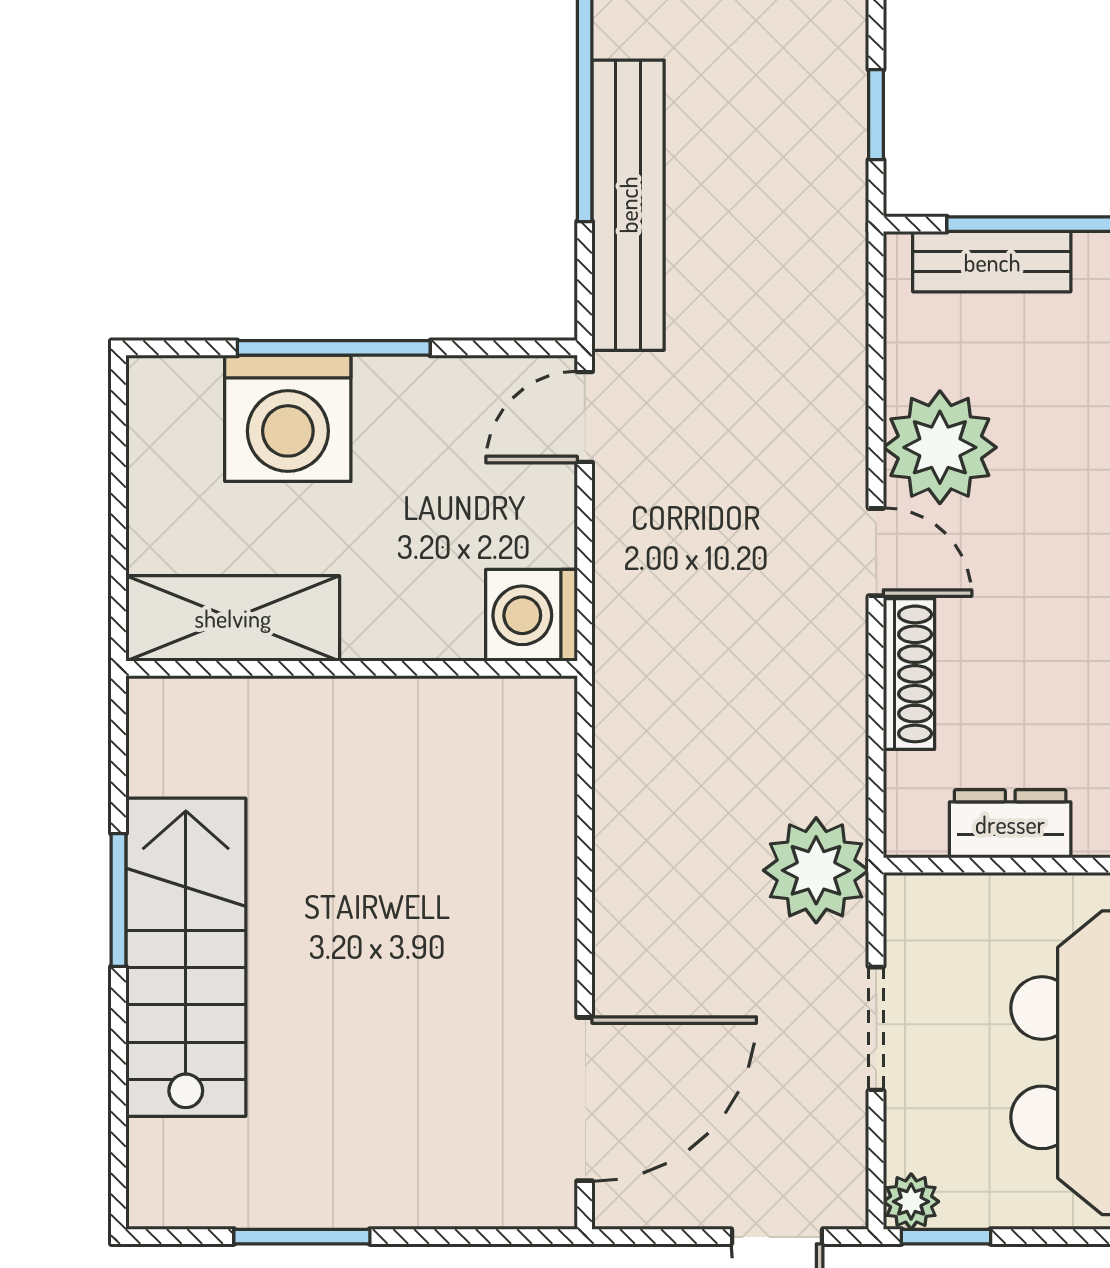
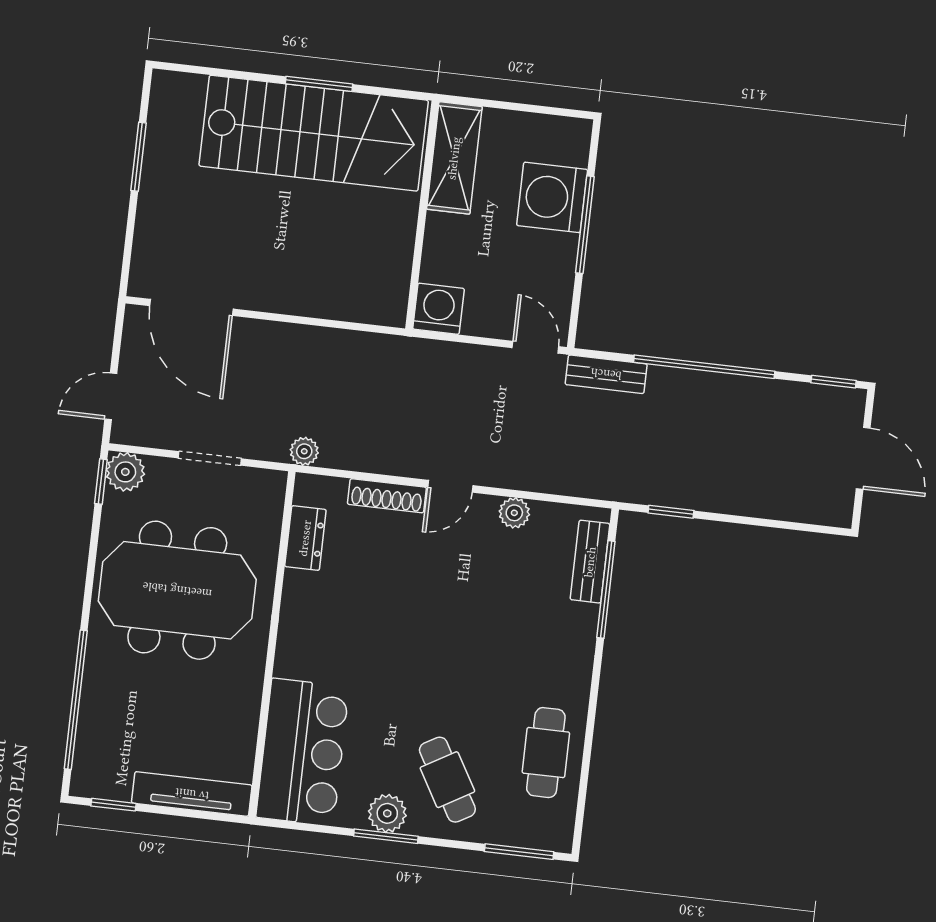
bench: (628, 205) -> (606, 374), width x0.54, depth x0.82
plant: (940, 447) -> (514, 513), width x0.53, depth x0.53
plant: (816, 870) -> (304, 451), width x0.53, depth x0.53
stairs: (186, 957) -> (314, 133), width x1.36, depth x1.51
plant: (911, 1202) -> (125, 472), width x1.38, depth x1.38

